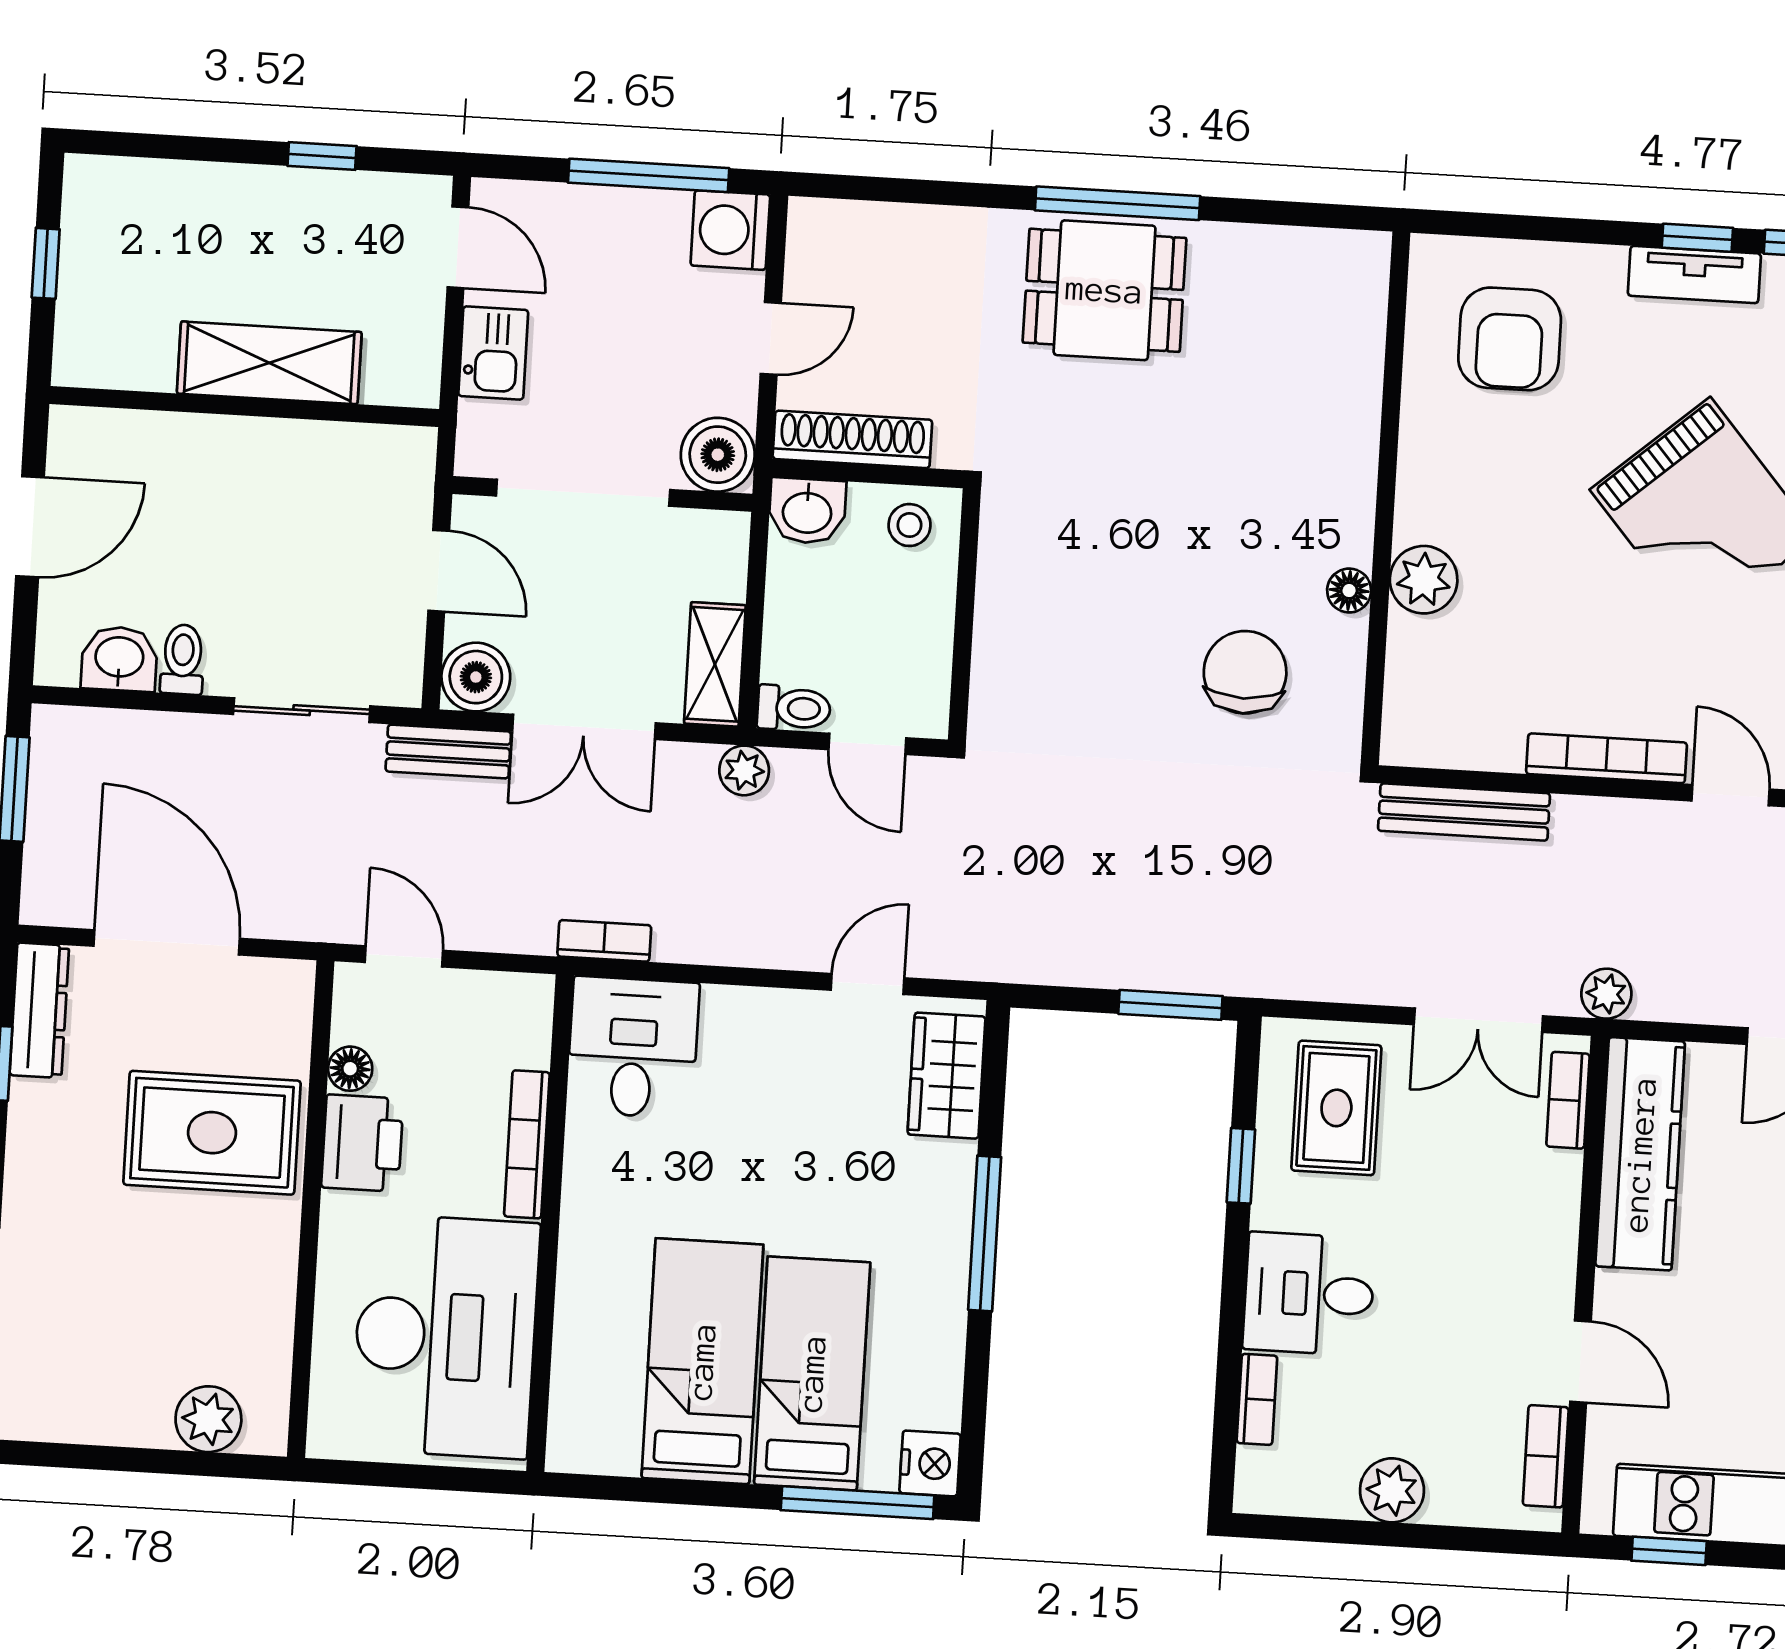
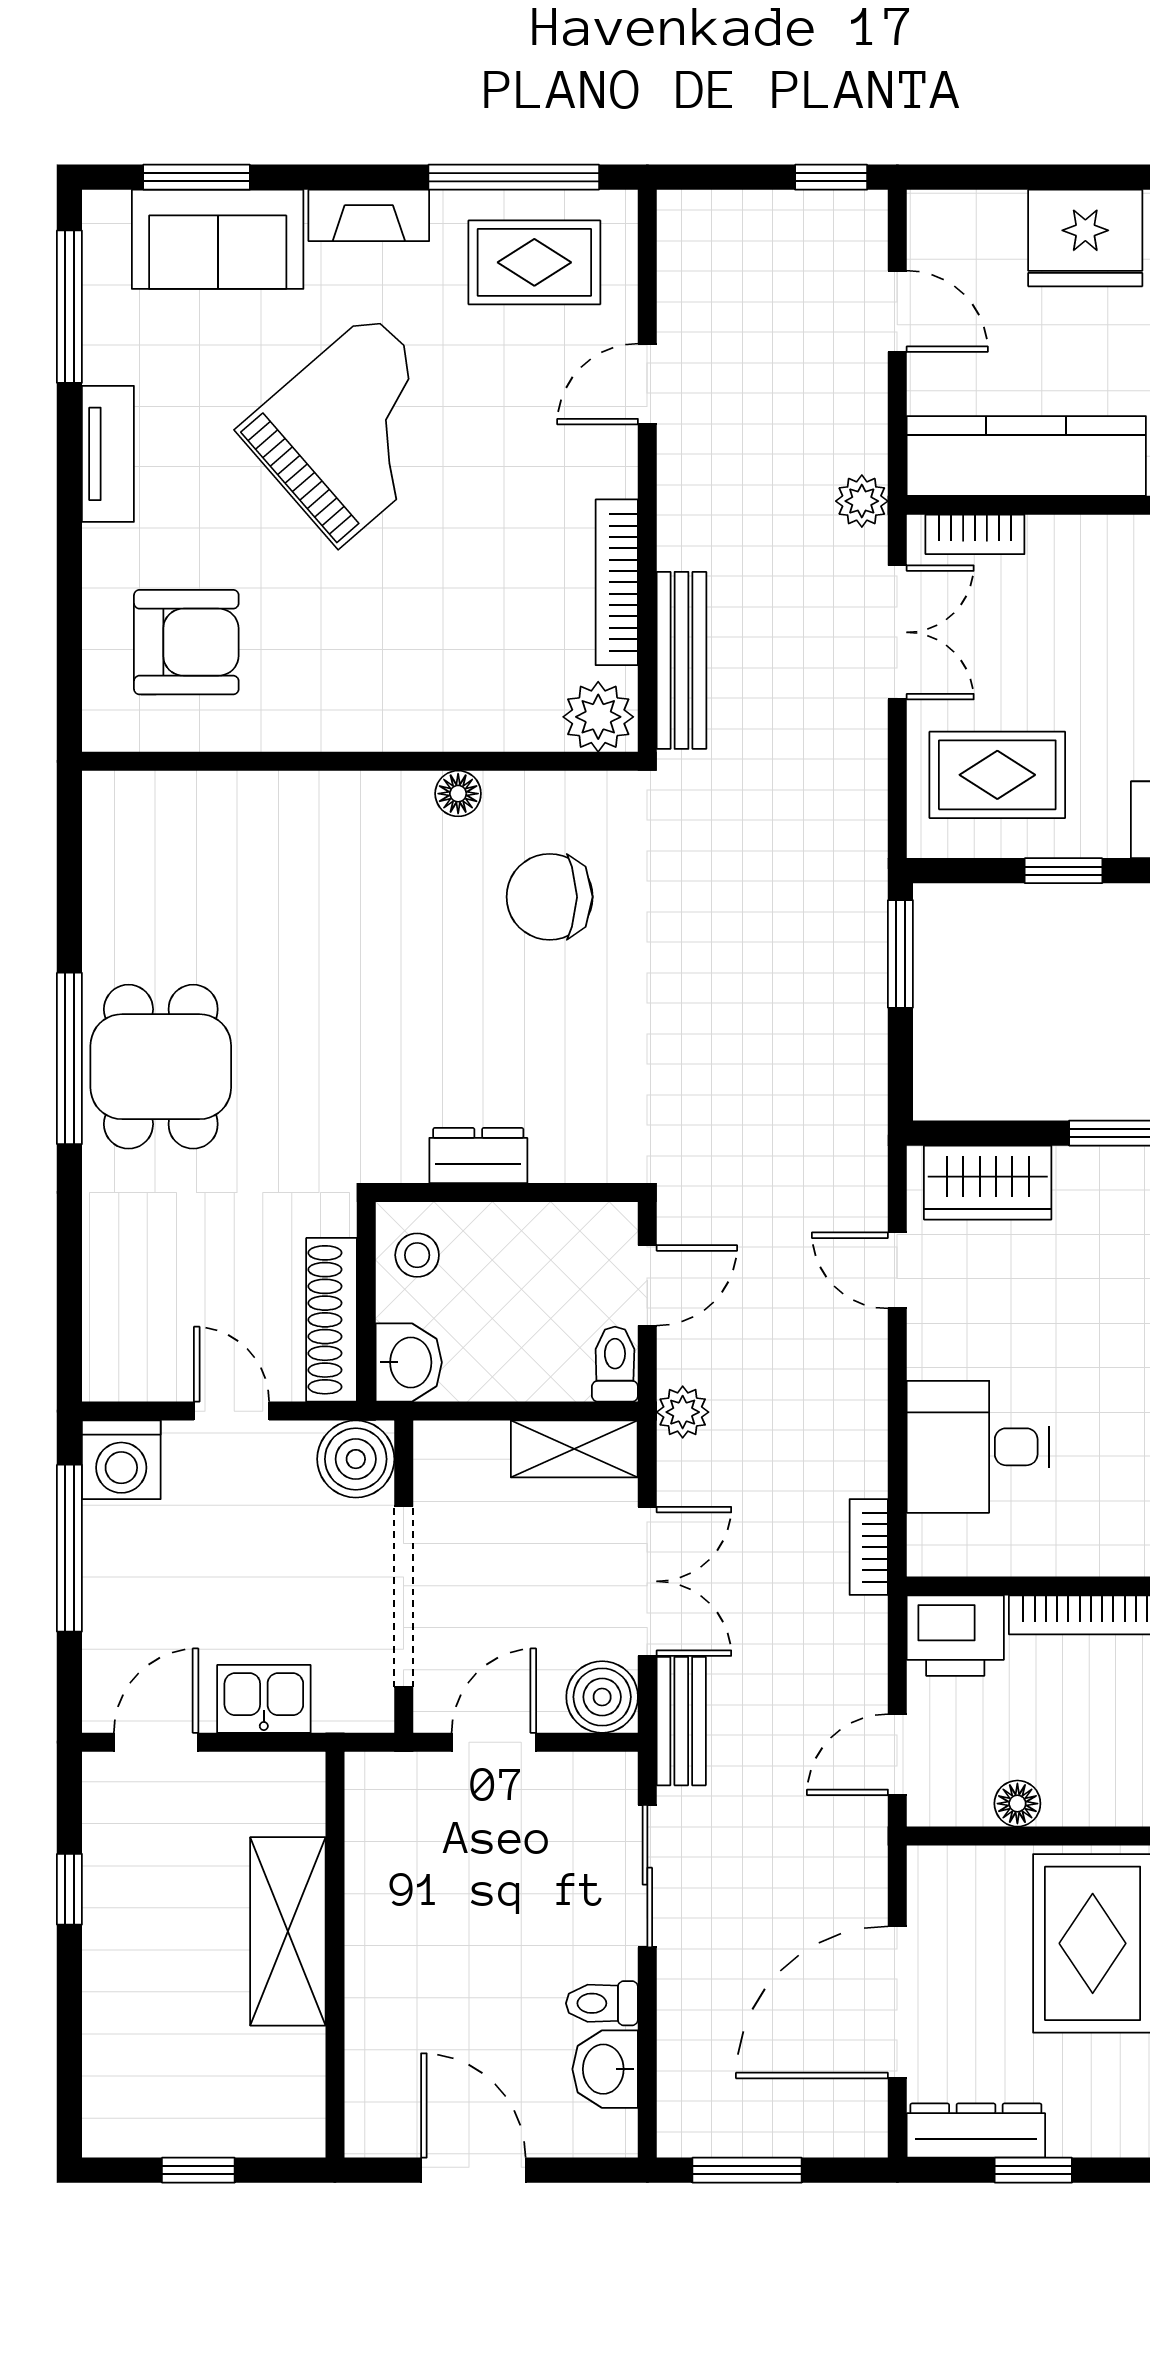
window: (1697, 238) -> (69, 453), removed
plant: (1424, 580) -> (598, 717), moved
dresser: (1001, 589) -> (478, 1156), added
bookcase: (1607, 758) -> (617, 582), moved
desk: (633, 1047) -> (978, 1447), moved
printer: (362, 1143) -> (955, 1636), moved, turned 180

